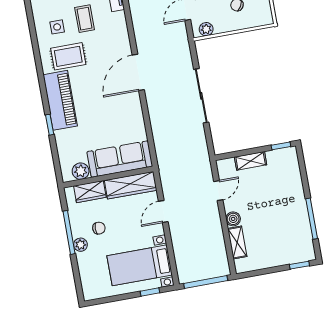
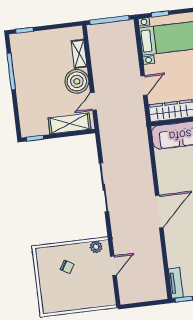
shelving: (251, 161) -> (70, 124), width x1.50, depth x1.33
boiler: (233, 219) -> (77, 81), width x1.86, depth x1.86

